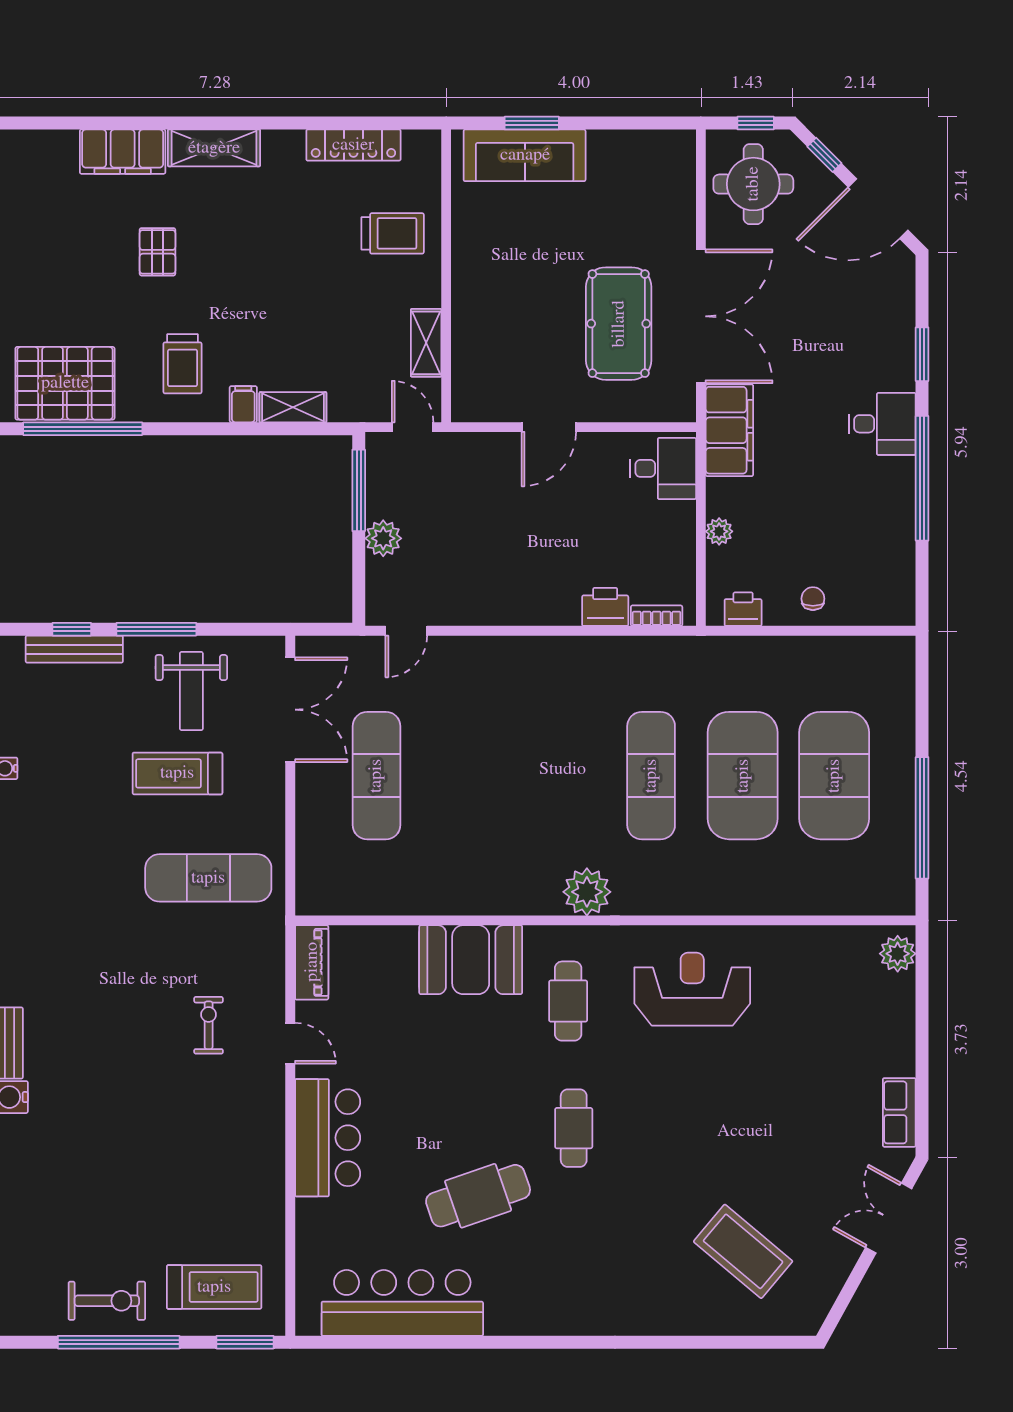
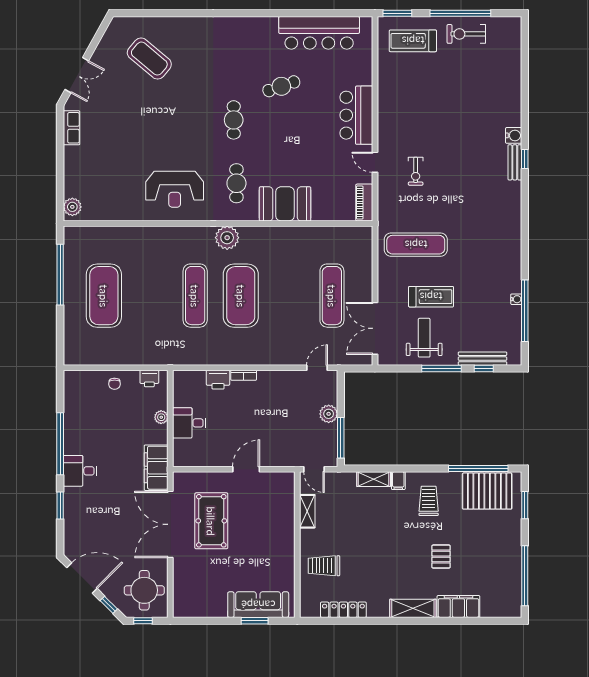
desk: (663, 468) -> (189, 423), moved
bookcase: (657, 616) -> (244, 375), moved
exercise mat: (743, 776) -> (241, 296), moved
cafe table: (478, 1196) -> (281, 86), width x0.73, depth x0.74

